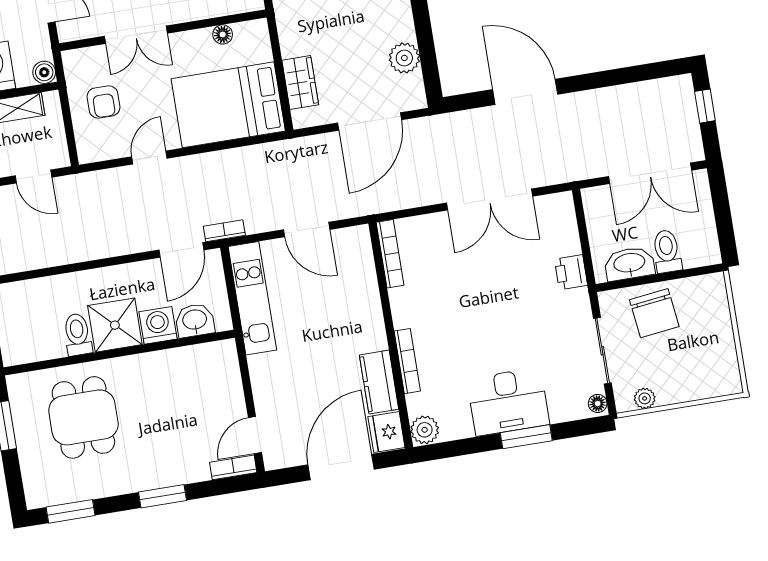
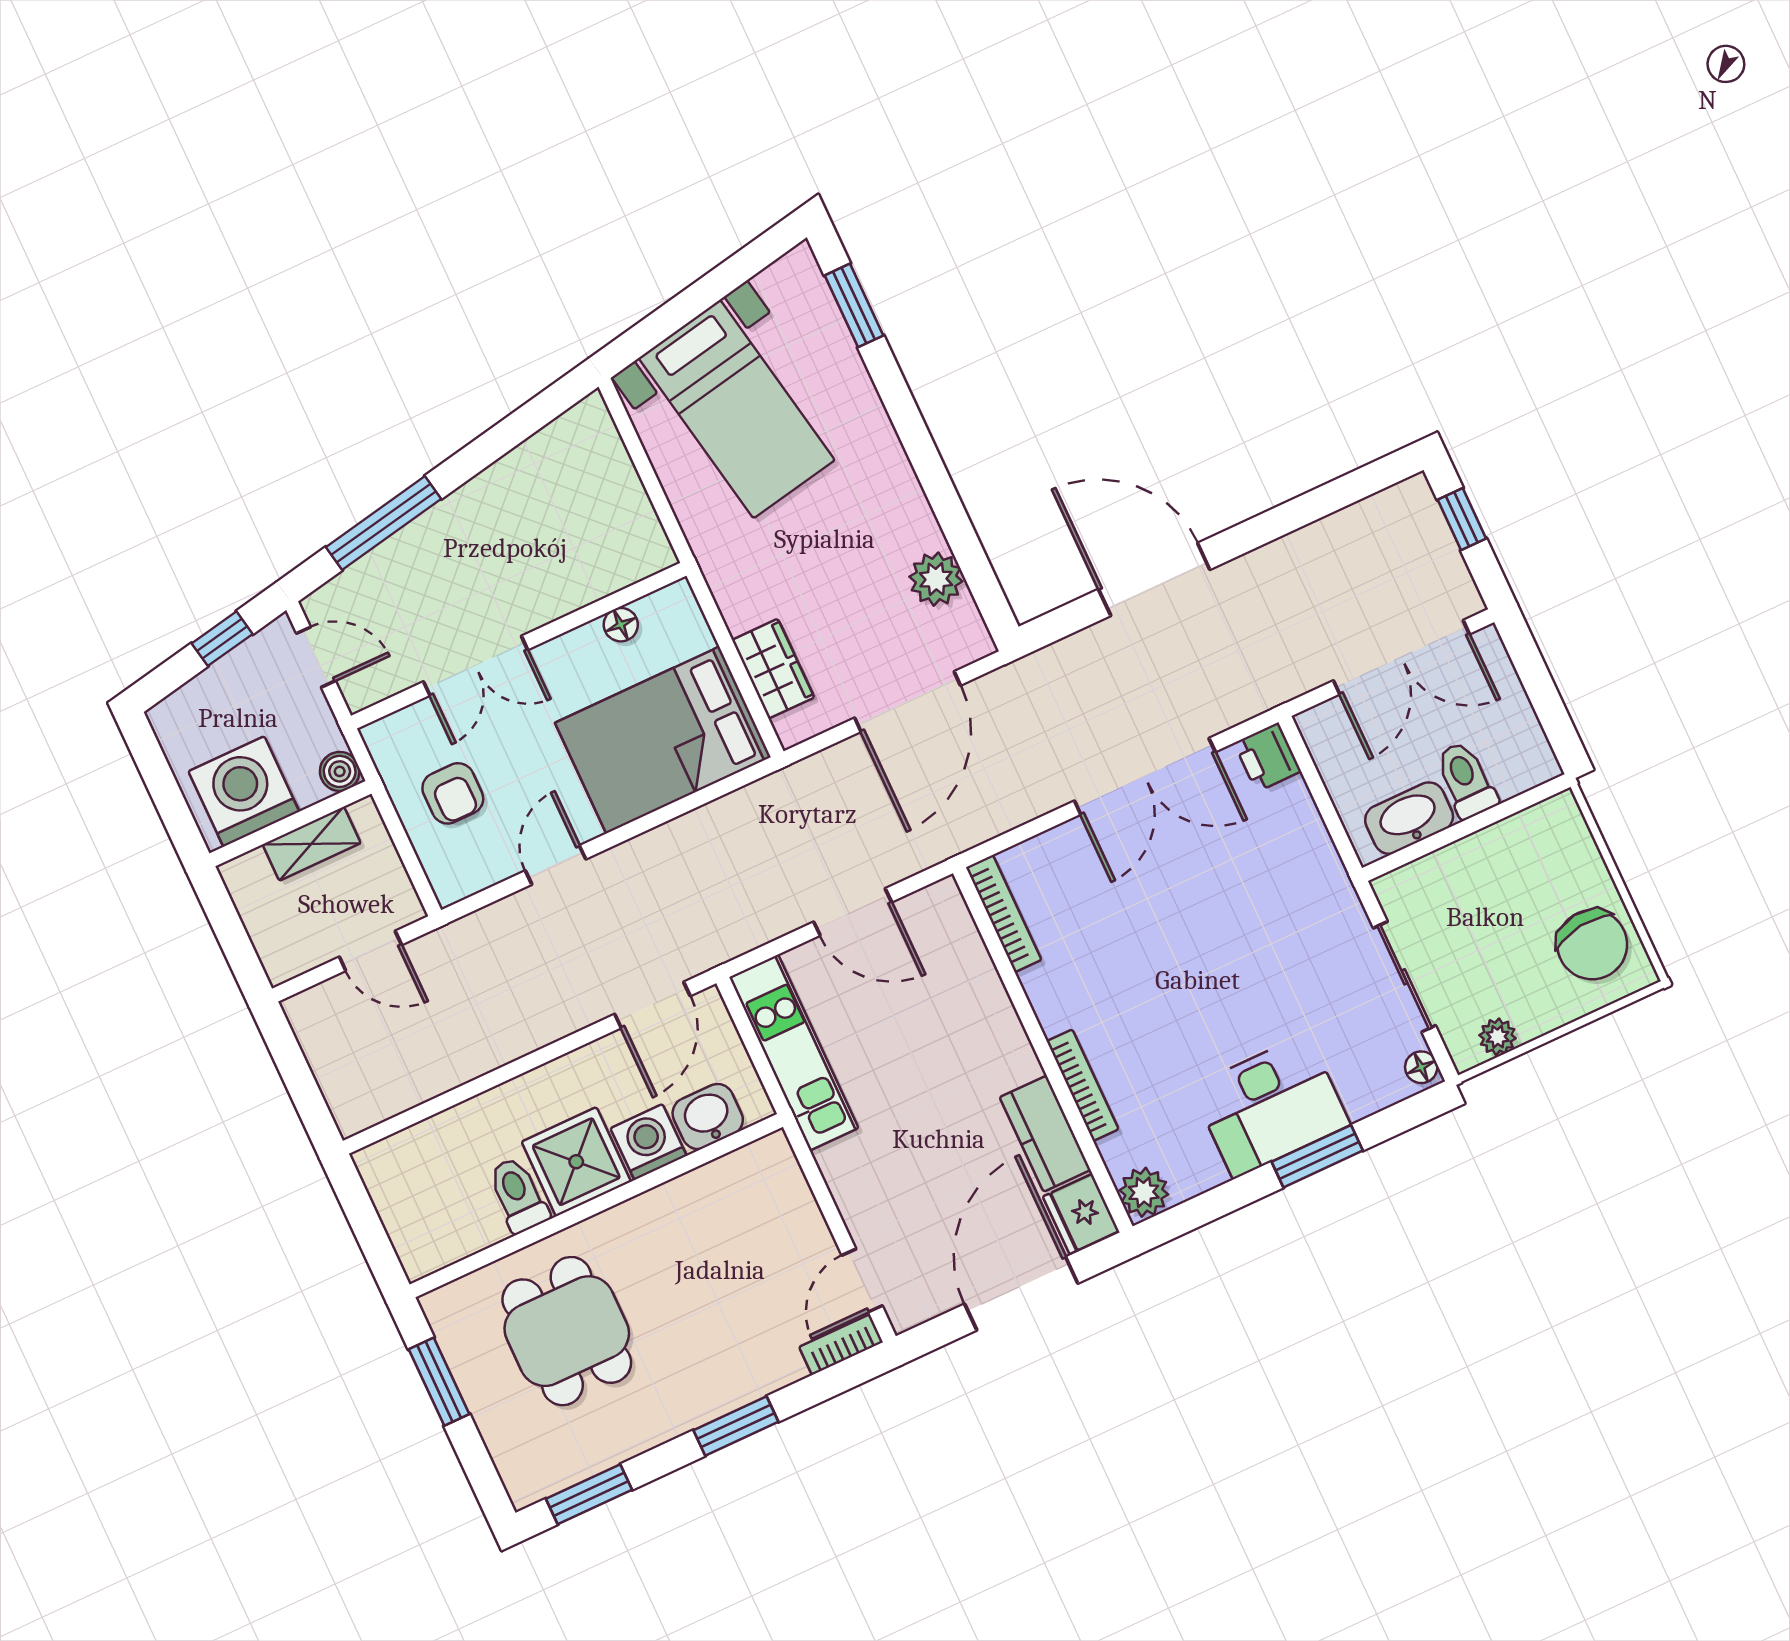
bookcase: (224, 231) -> (715, 953), removed
printer: (571, 272) -> (1268, 757), moved
chair: (654, 313) -> (1592, 945), moved

